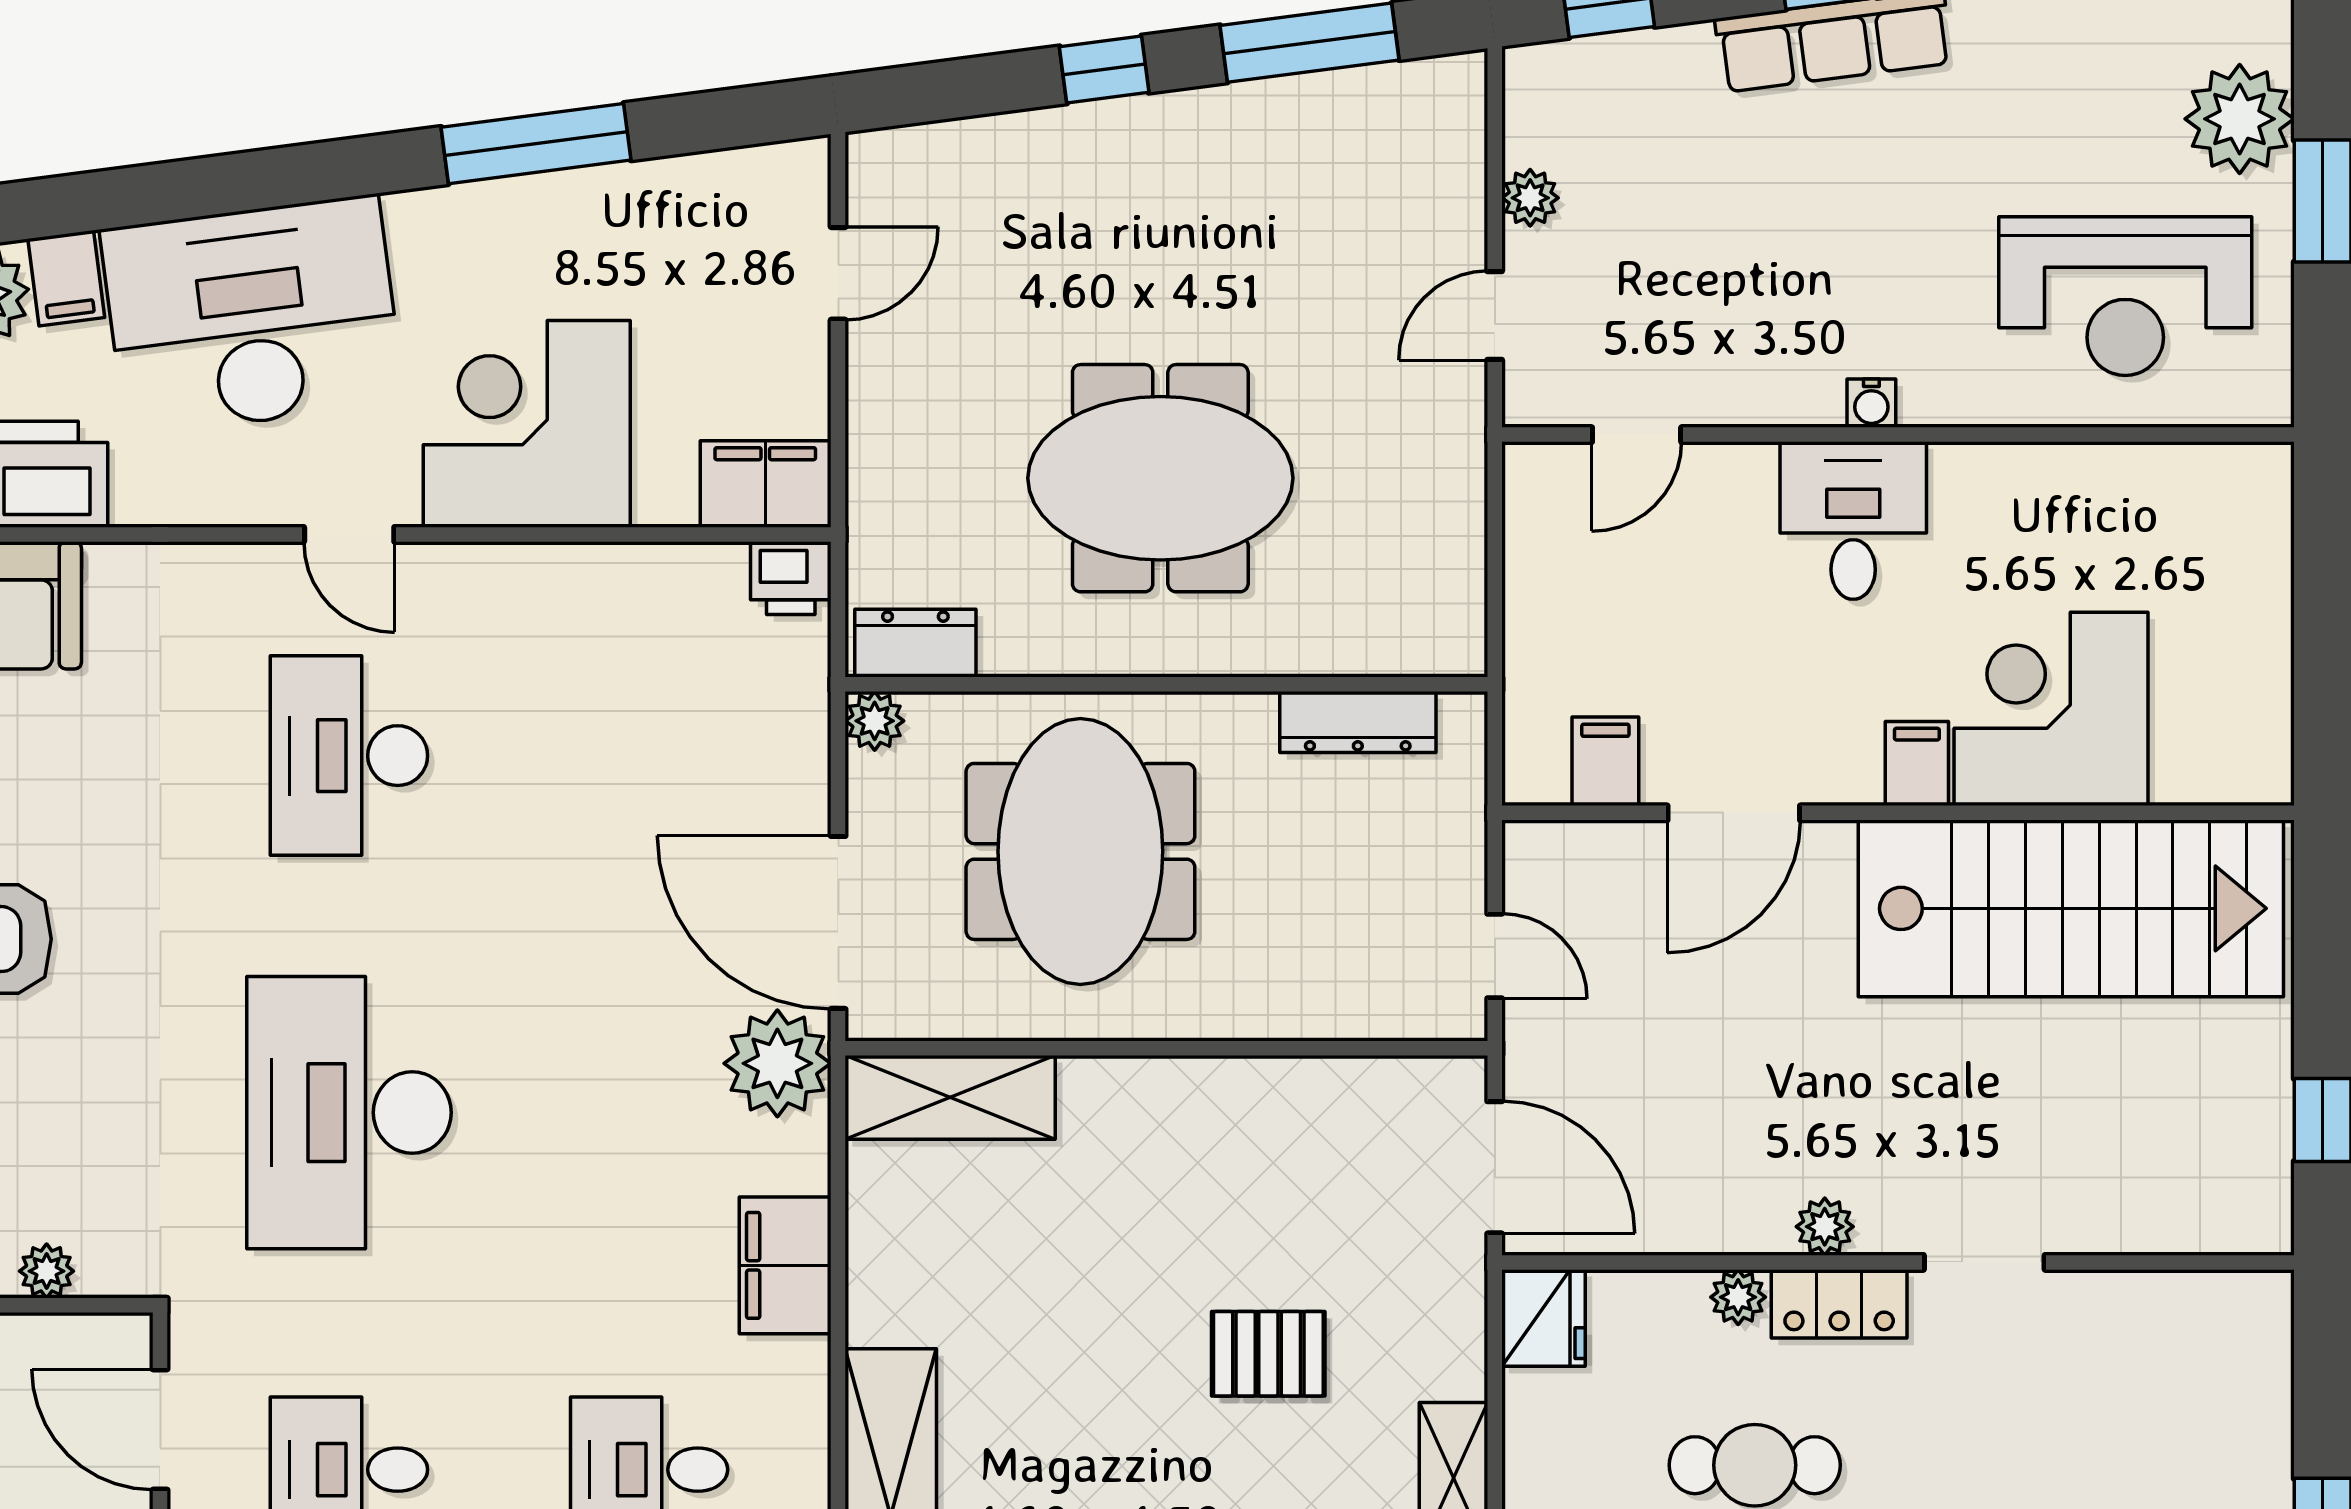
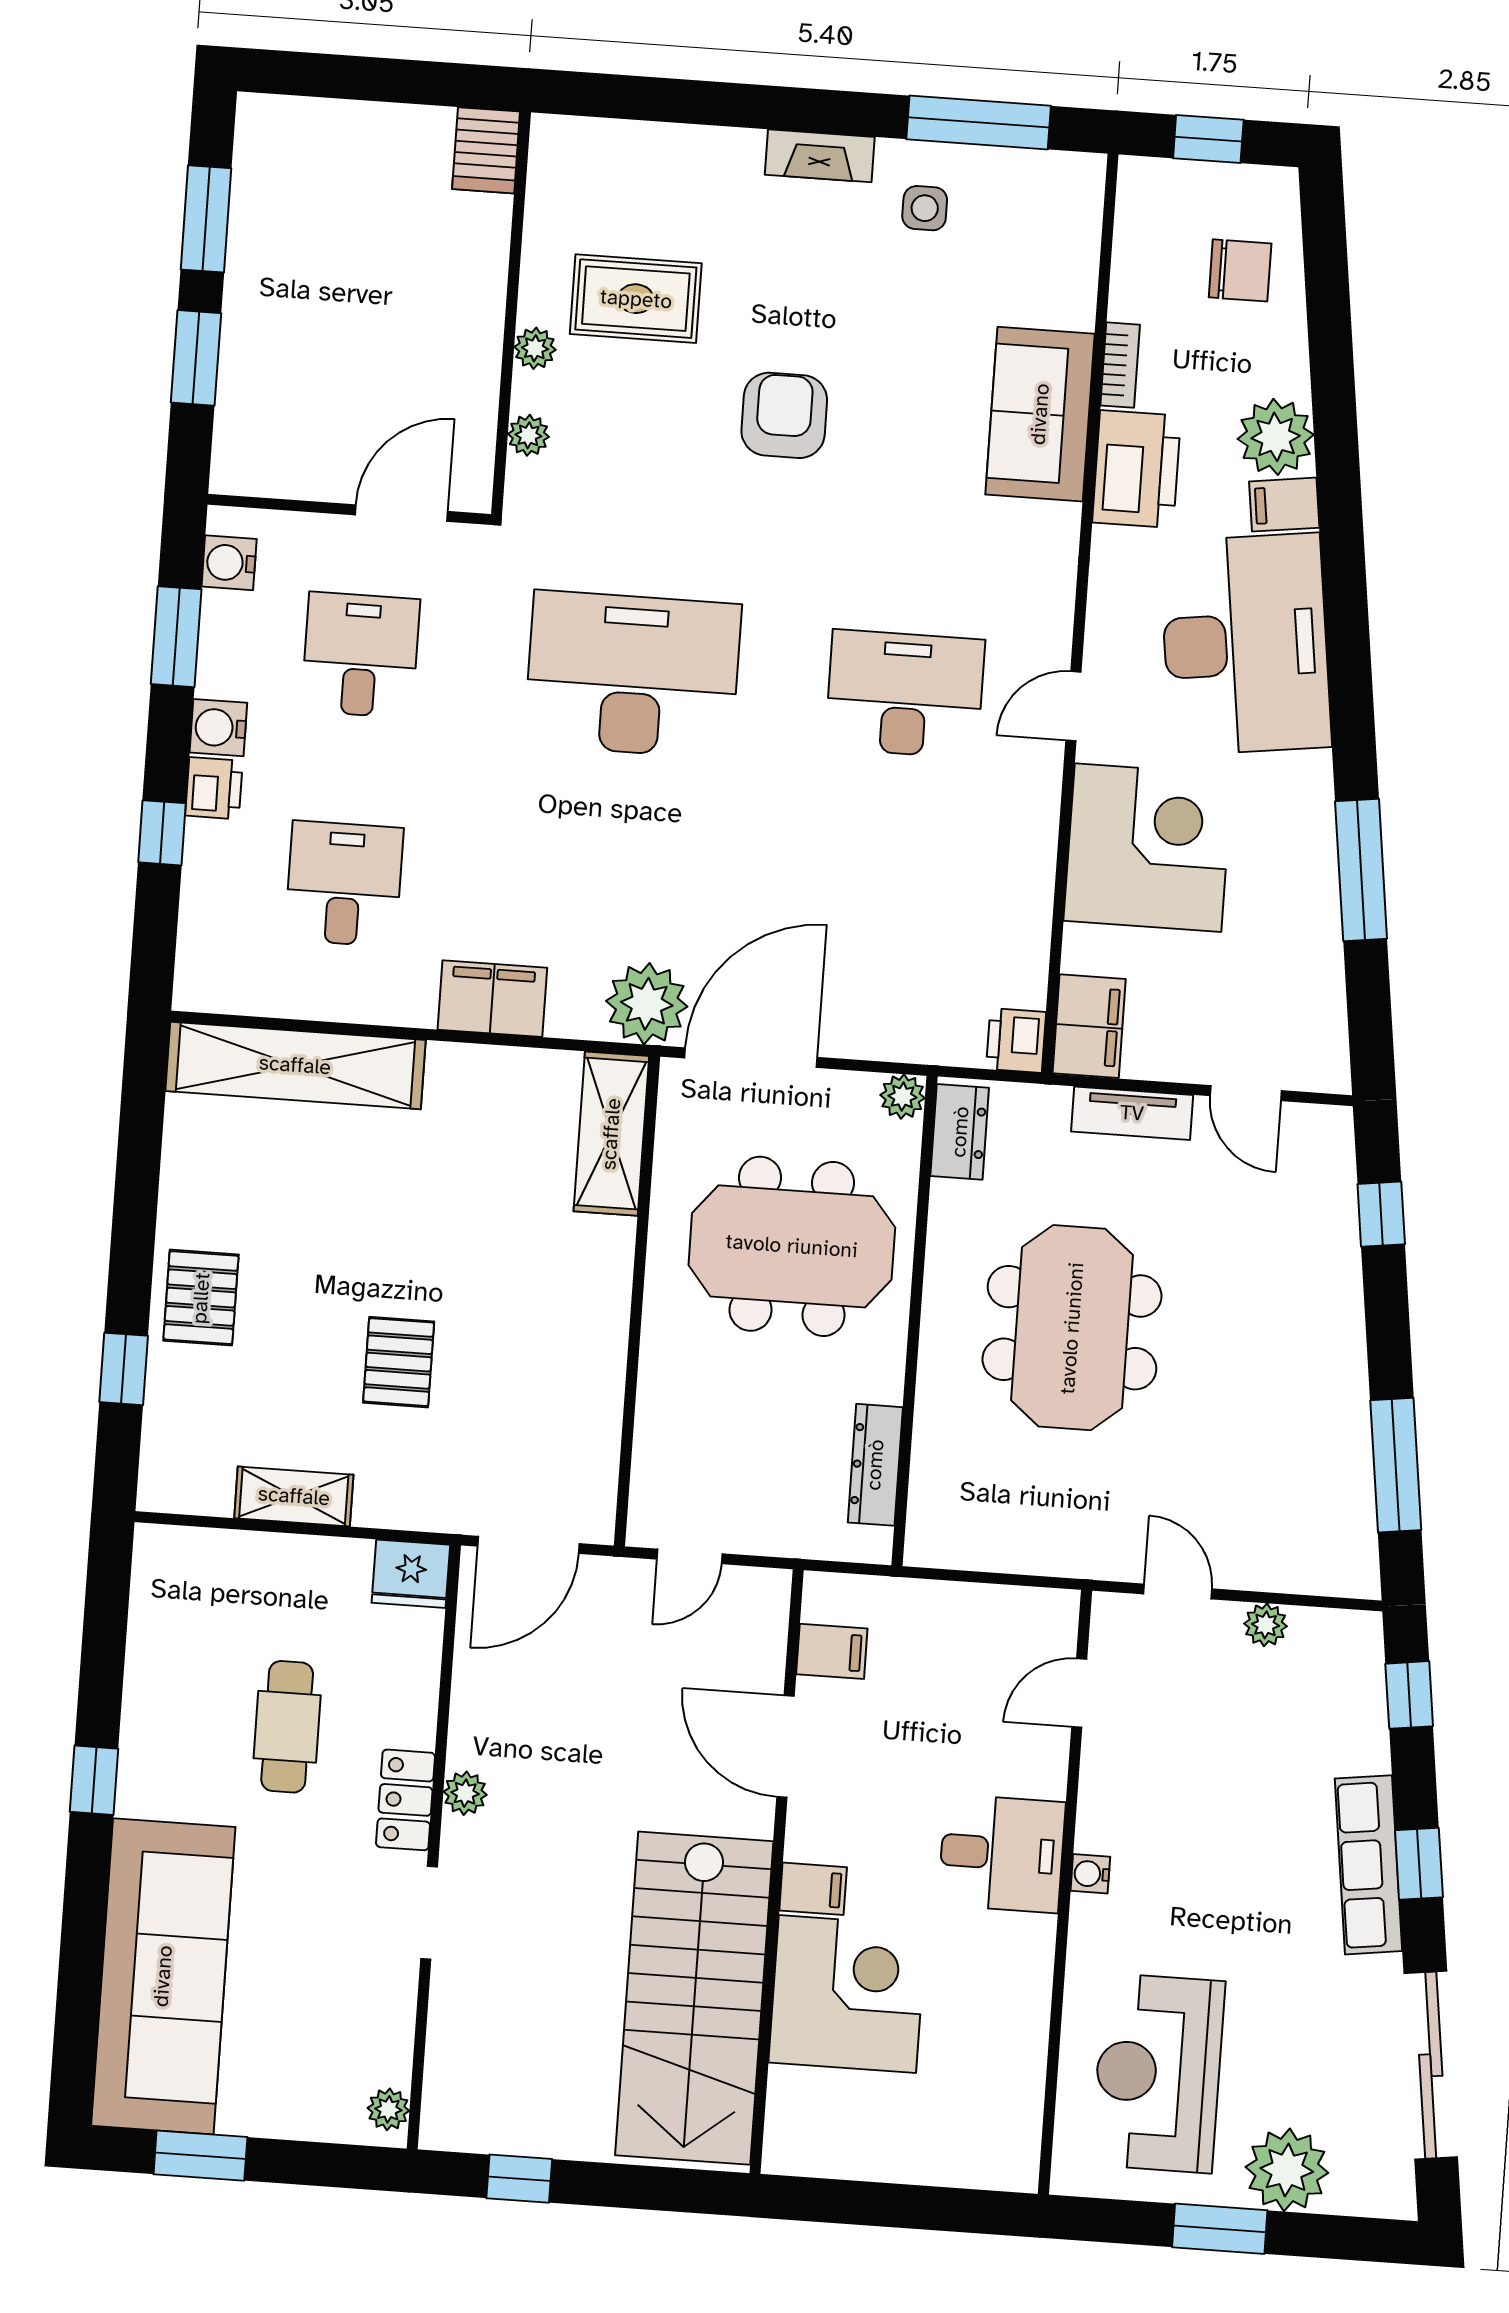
window: (1104, 70) -> (1381, 1214), moved
tv unit: (875, 420) -> (1132, 1113), added
door: (1637, 435) -> (1079, 1693), hinge flipped
plant: (1738, 1297) -> (388, 2109), moved

